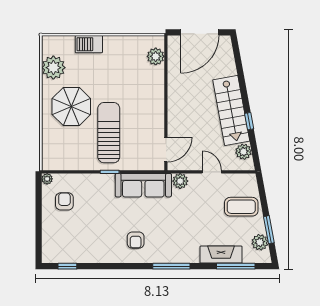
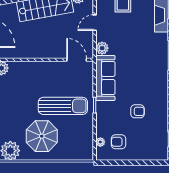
sun lounger: (109, 133) -> (63, 106), turned 180
plant: (47, 179) -> (100, 142), moved
armchair: (136, 240) -> (137, 111), moved

